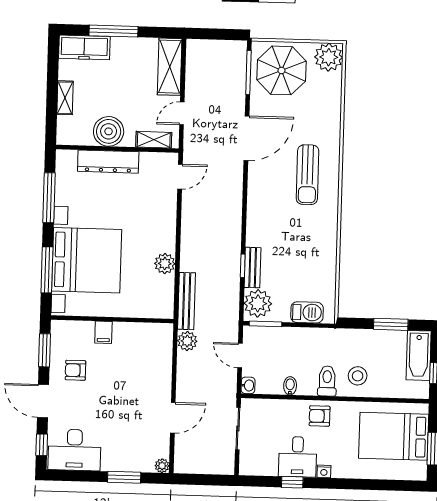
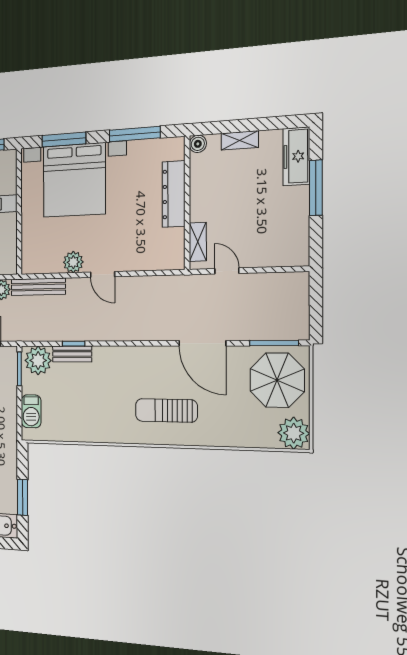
shelving: (170, 67) -> (278, 254), removed
boiler: (109, 131) -> (198, 144), moved, width x0.54, depth x0.54
door: (180, 177) -> (103, 274), moved

